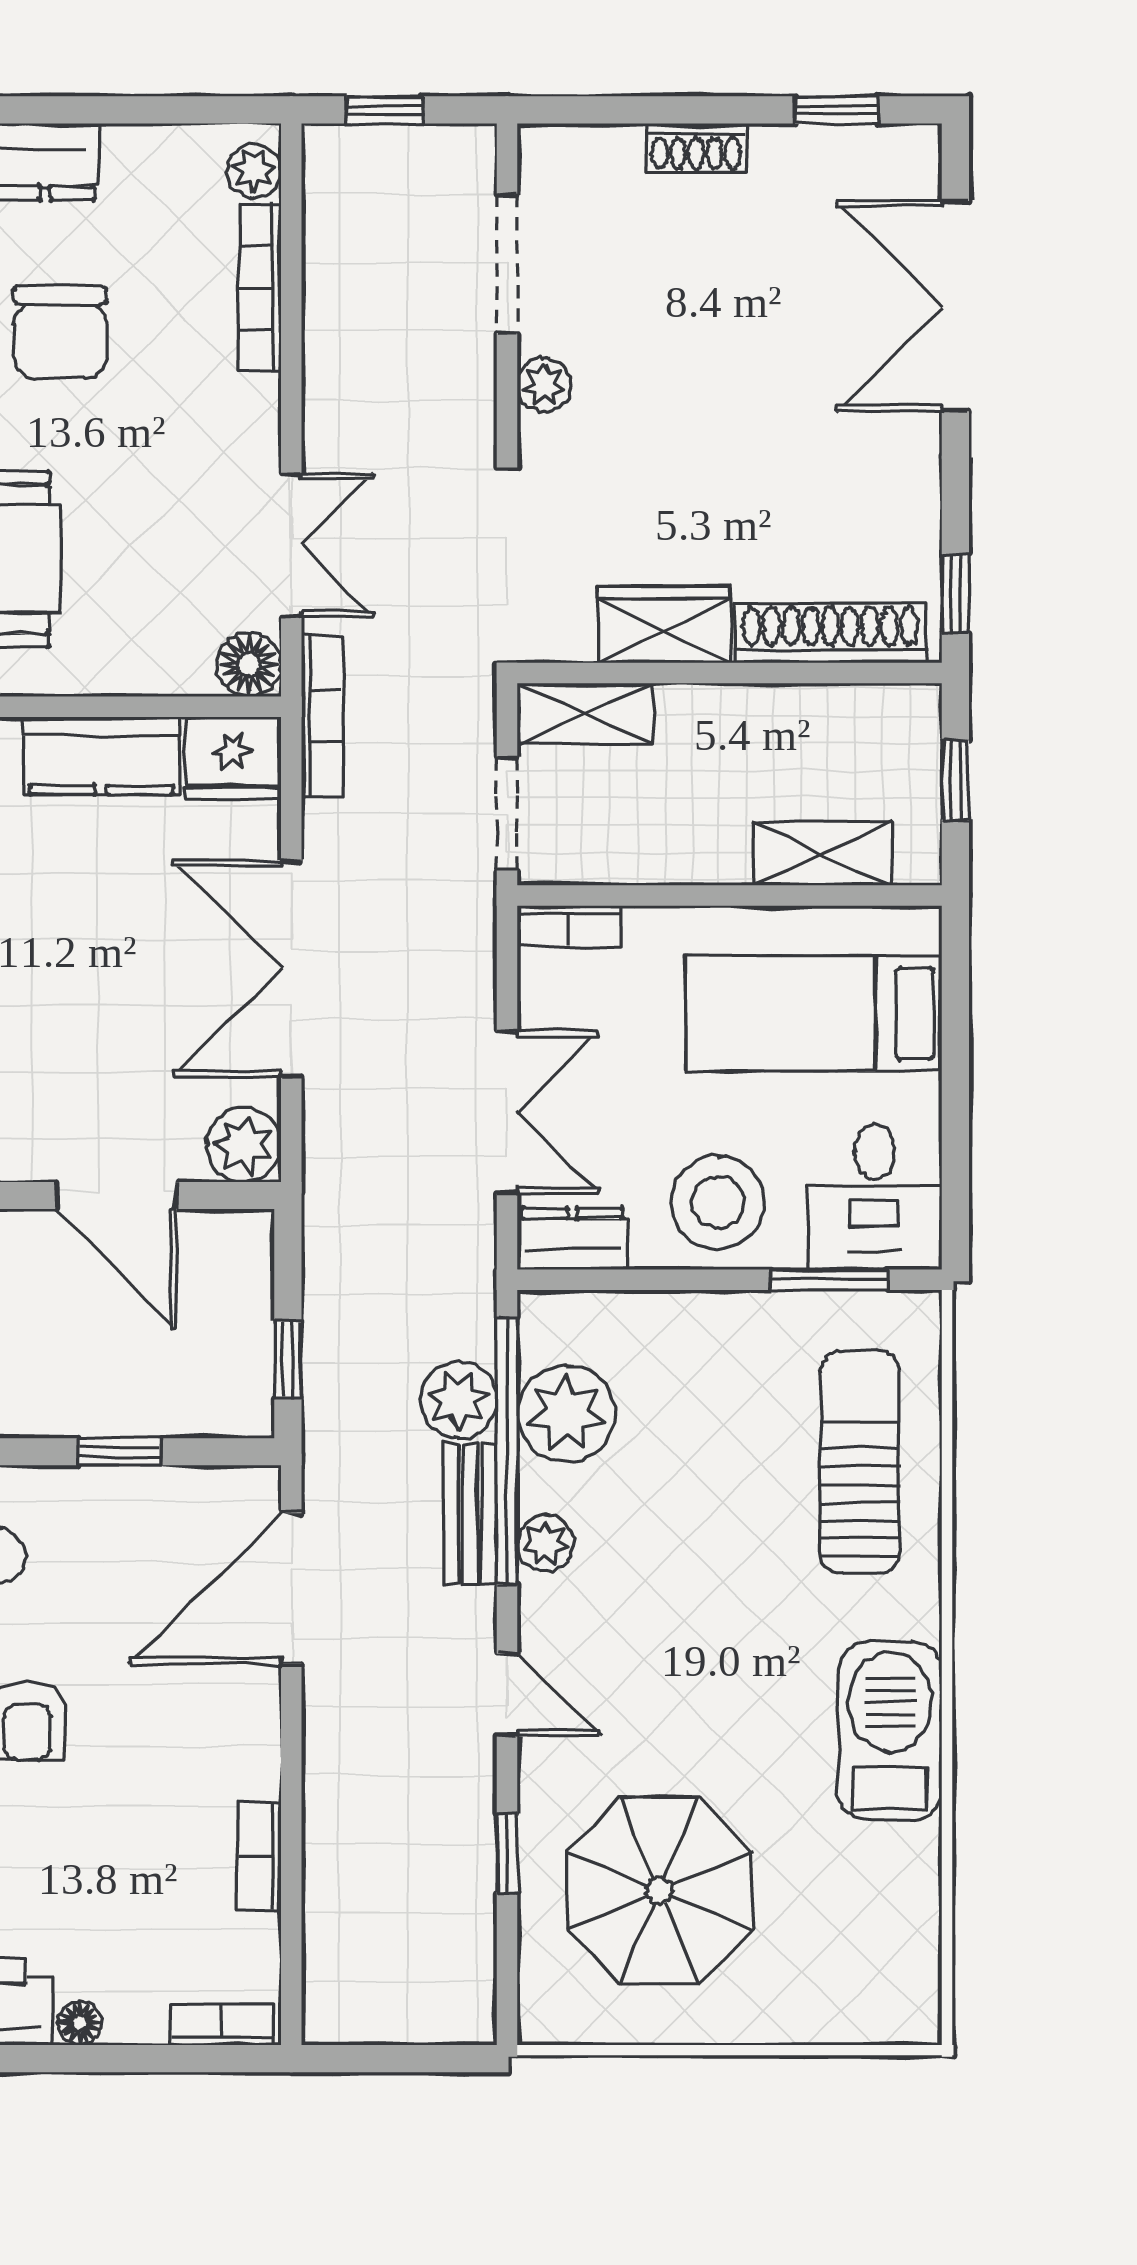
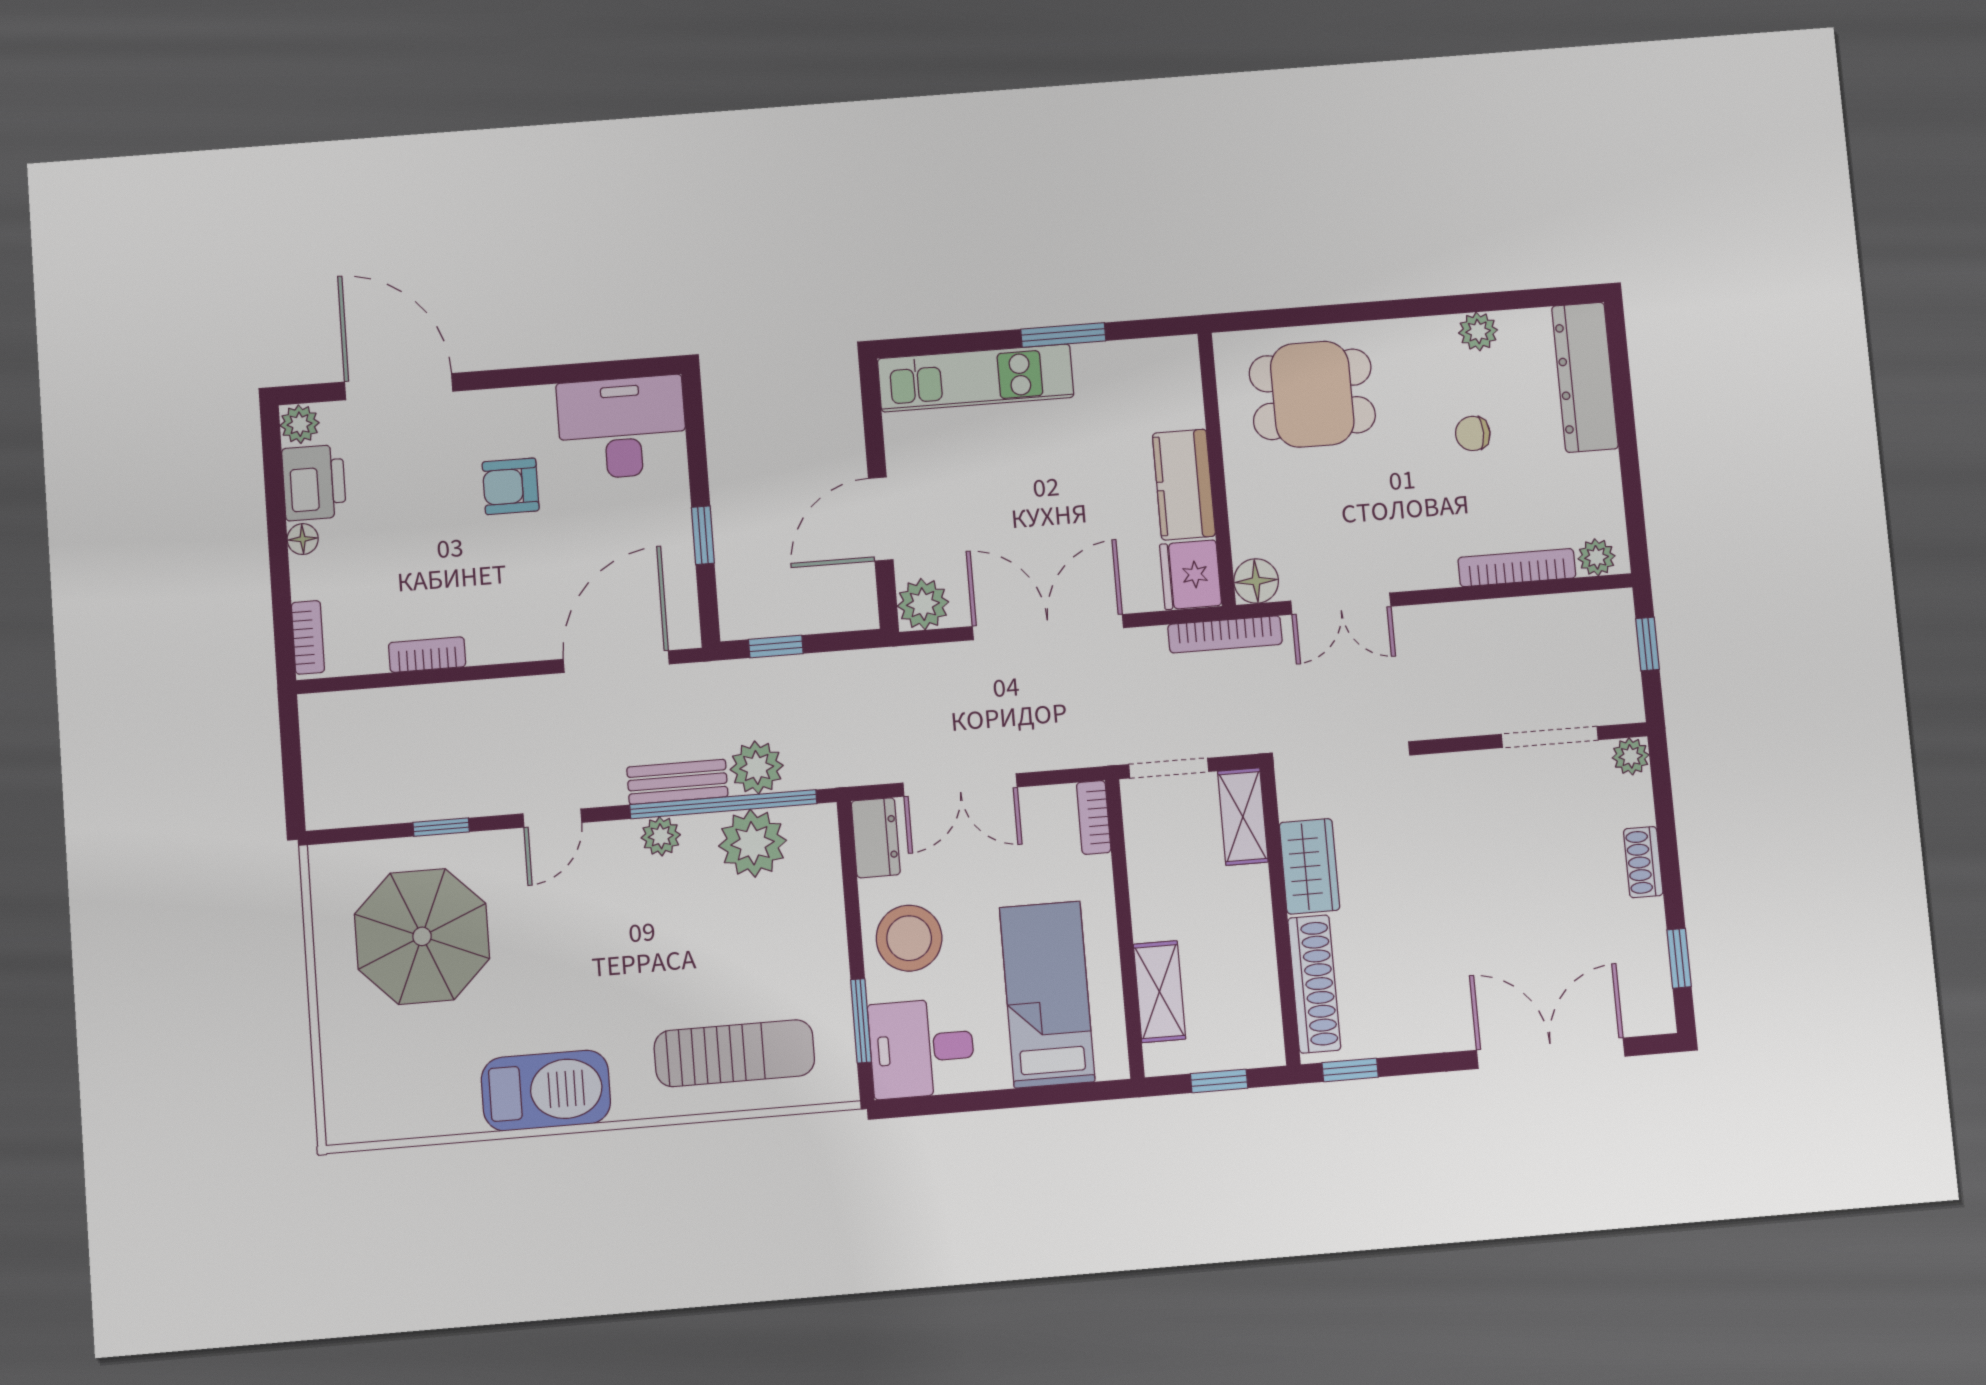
chair: (60, 332) -> (1473, 433), width x0.54, depth x0.54
plant: (544, 385) -> (1631, 756), moved
door: (291, 1589) -> (616, 662), hinge flipped

